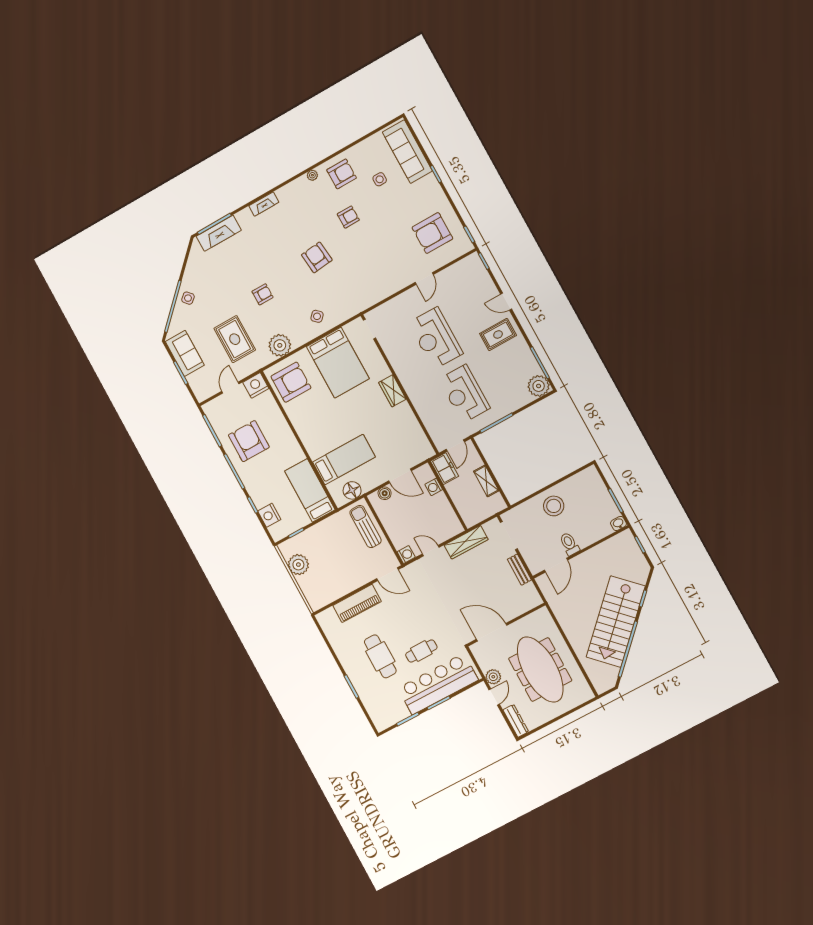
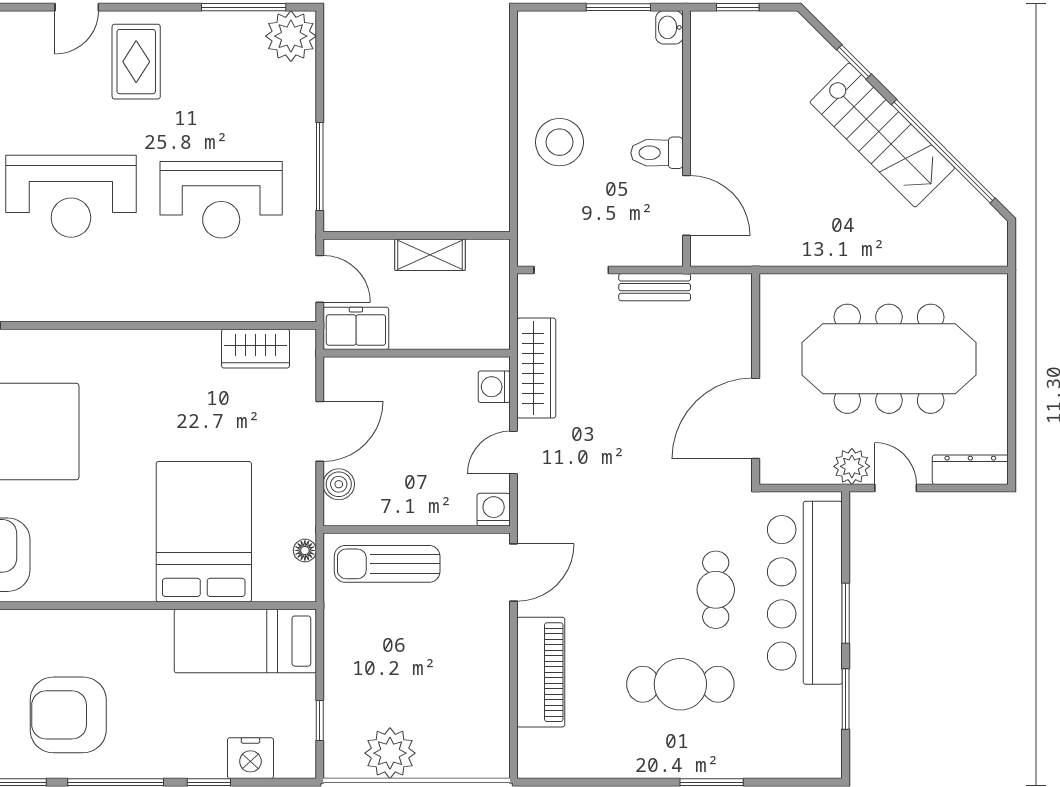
wardrobe: (392, 391) -> (255, 349), moved
bed: (344, 460) -> (204, 532), width x1.50
washing machine: (434, 487) -> (494, 387), moved, turned 90
floor lamp: (352, 490) -> (305, 550), width x0.53, depth x0.53
stairs: (616, 622) -> (882, 135), width x0.73, depth x0.66

